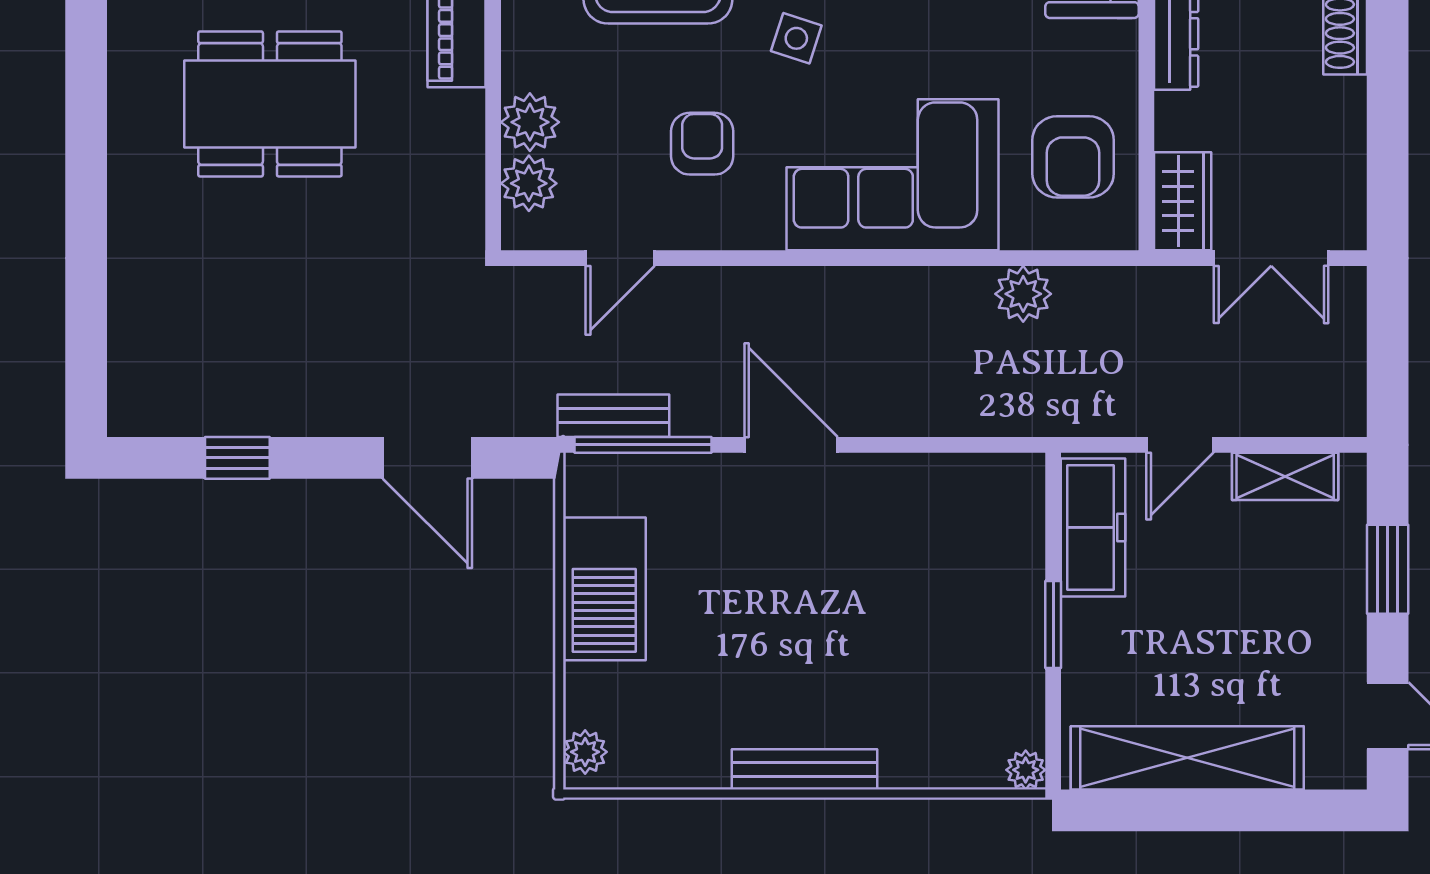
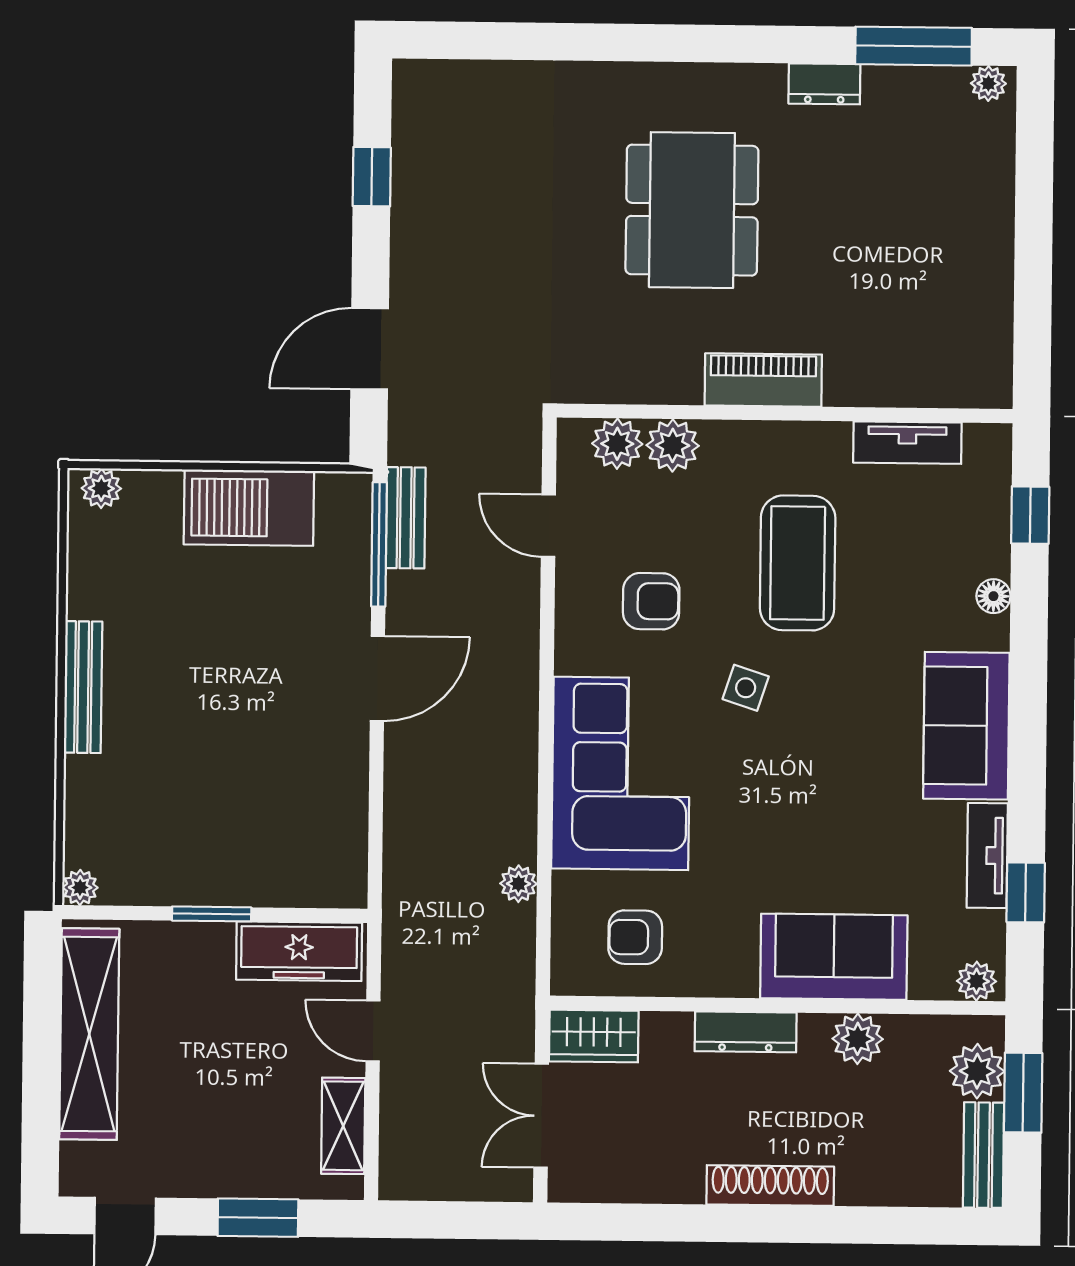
armchair: (1073, 157) -> (635, 937), width x0.72, depth x0.72
plant: (1023, 294) -> (518, 884), width x0.73, depth x0.73

